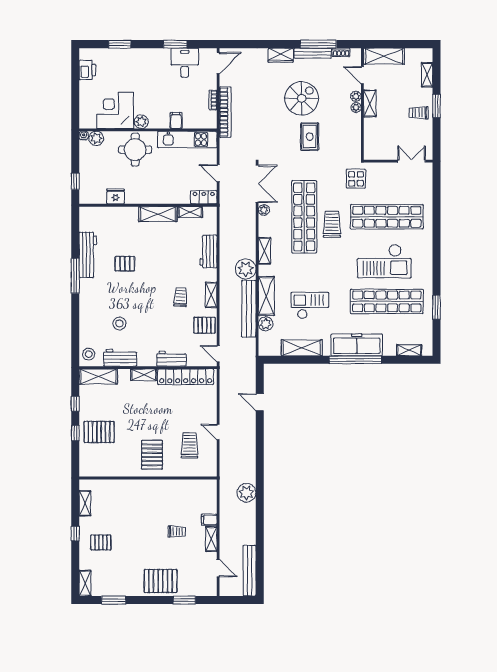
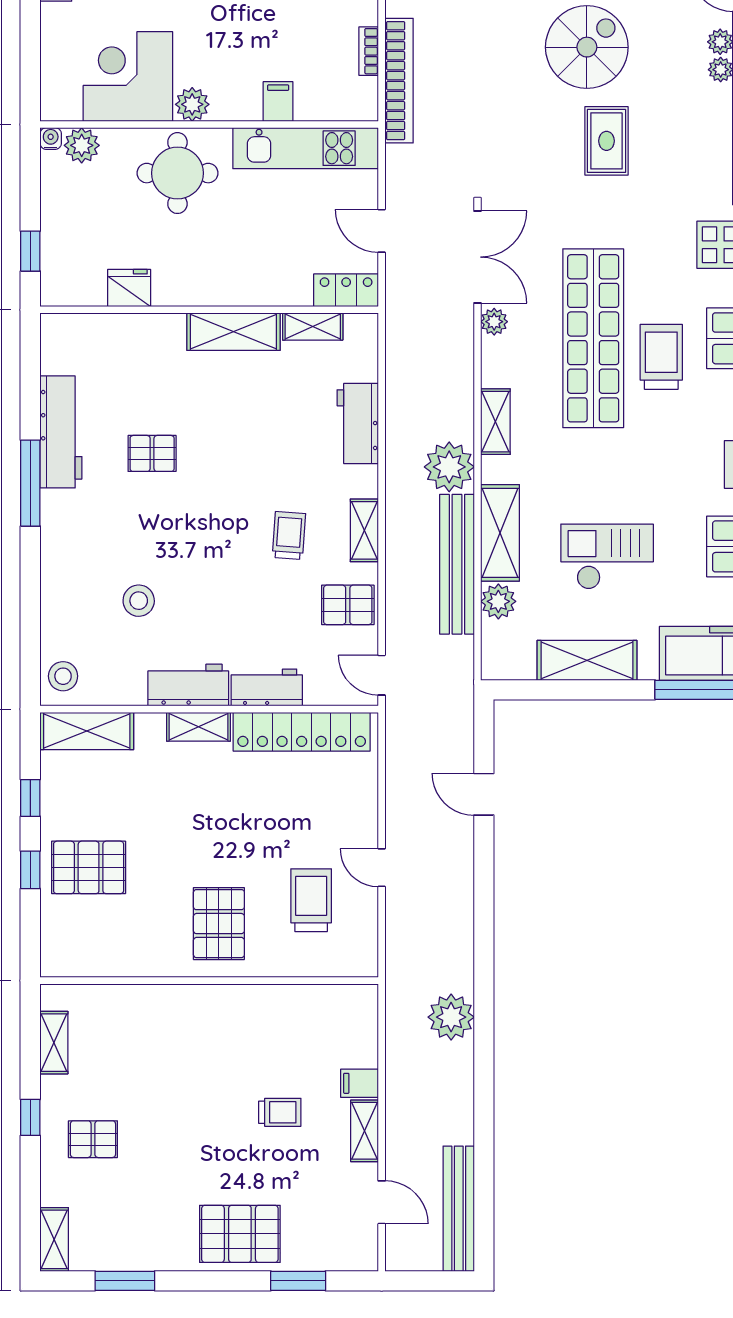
workbench: (120, 358) -> (188, 685), moved

